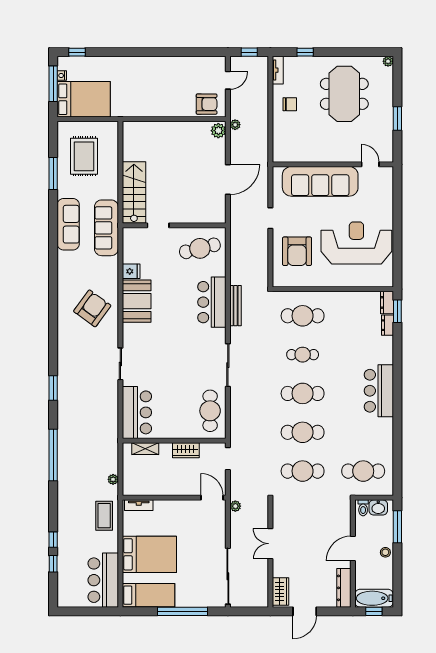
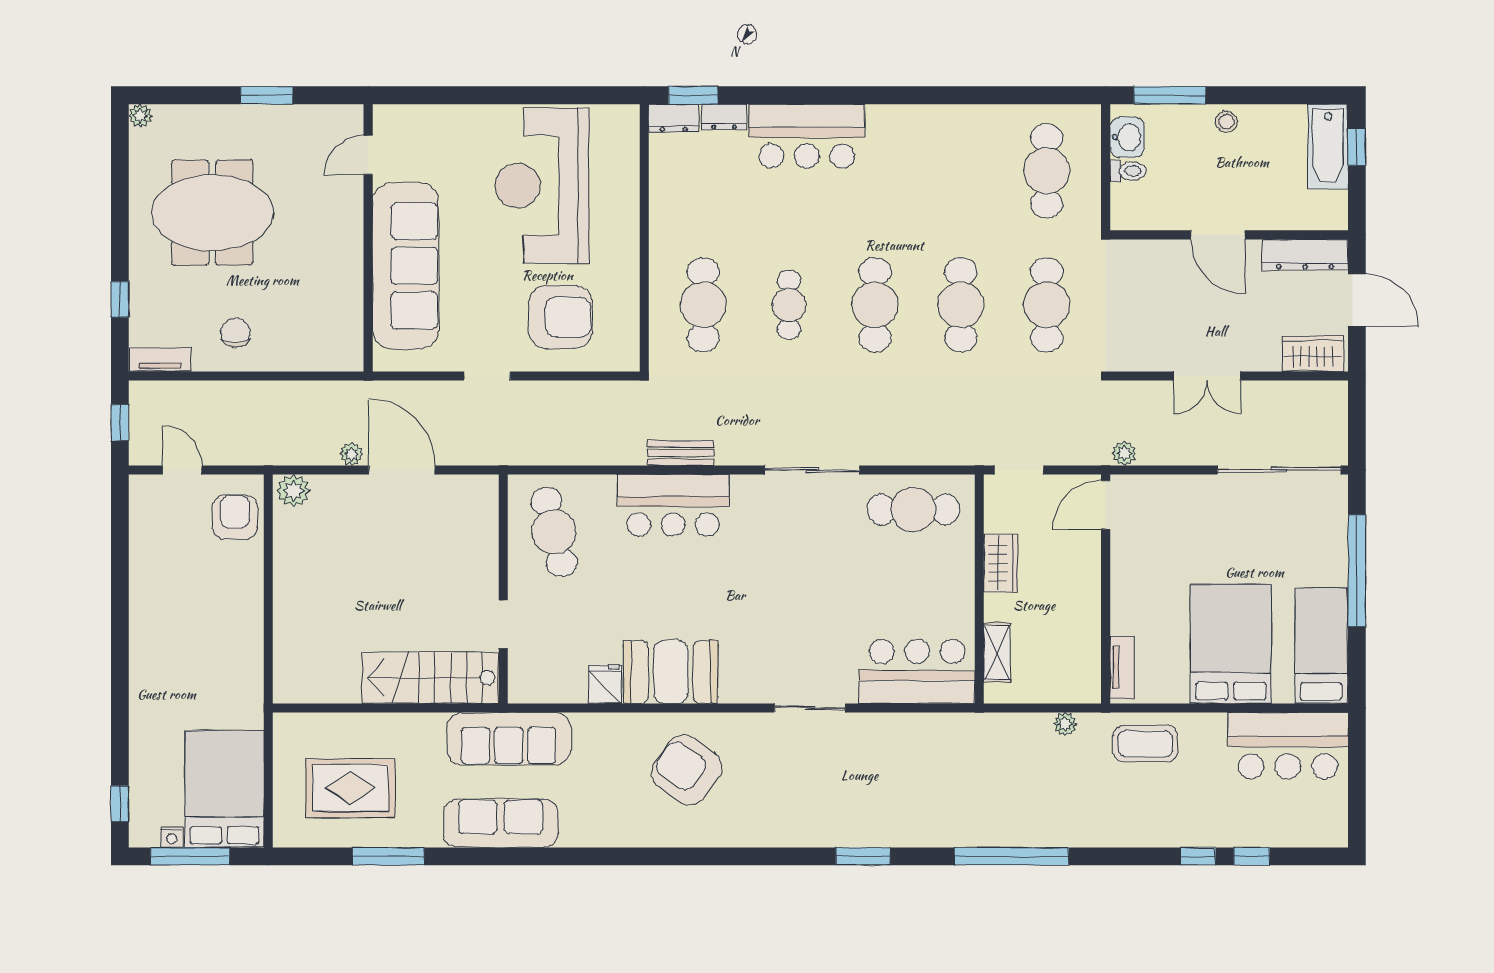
plant: (235, 125) -> (352, 454), moved
bench: (236, 306) -> (681, 453), width x0.73
bar counter: (379, 391) -> (807, 136), moved
door: (353, 548) -> (1218, 235), moved
wall: (353, 554) -> (1229, 235), moved
dresser: (344, 588) -> (1305, 255), moved

